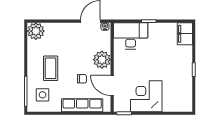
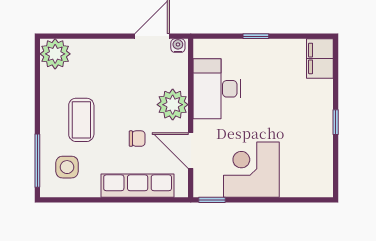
desk: (131, 36) -> (217, 89), moved, turned -90

